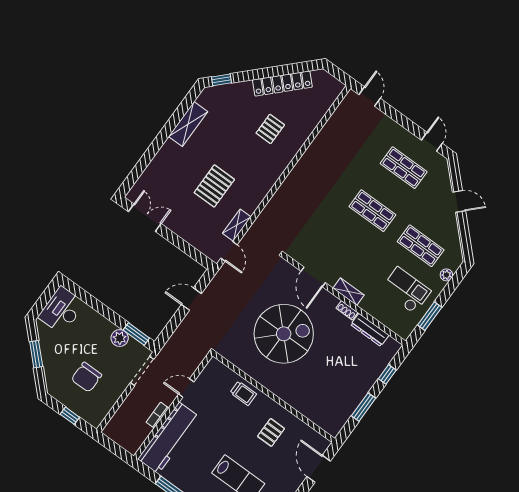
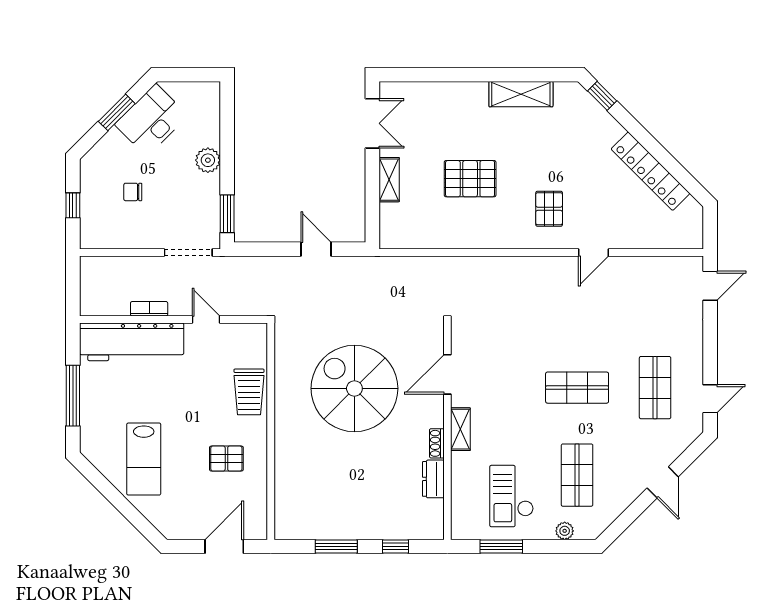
pallet: (270, 129) -> (549, 209), moved, turned 90
shop shelf: (372, 211) -> (577, 388), turned 90
shelving: (237, 225) -> (389, 180), moved, turned 90
door: (229, 251) -> (594, 252), moved
checkout: (406, 290) -> (512, 496), turned 180
desk: (62, 310) -> (151, 120), moved, turned -45
dresser: (370, 330) -> (433, 479), width x0.70
spiral stairs: (284, 334) -> (354, 388), turned 180
plant: (120, 338) -> (208, 160), moved
chair: (87, 377) -> (133, 192), width x0.54, depth x0.54
trolley: (243, 393) -> (249, 392), width x1.36, depth x1.39

